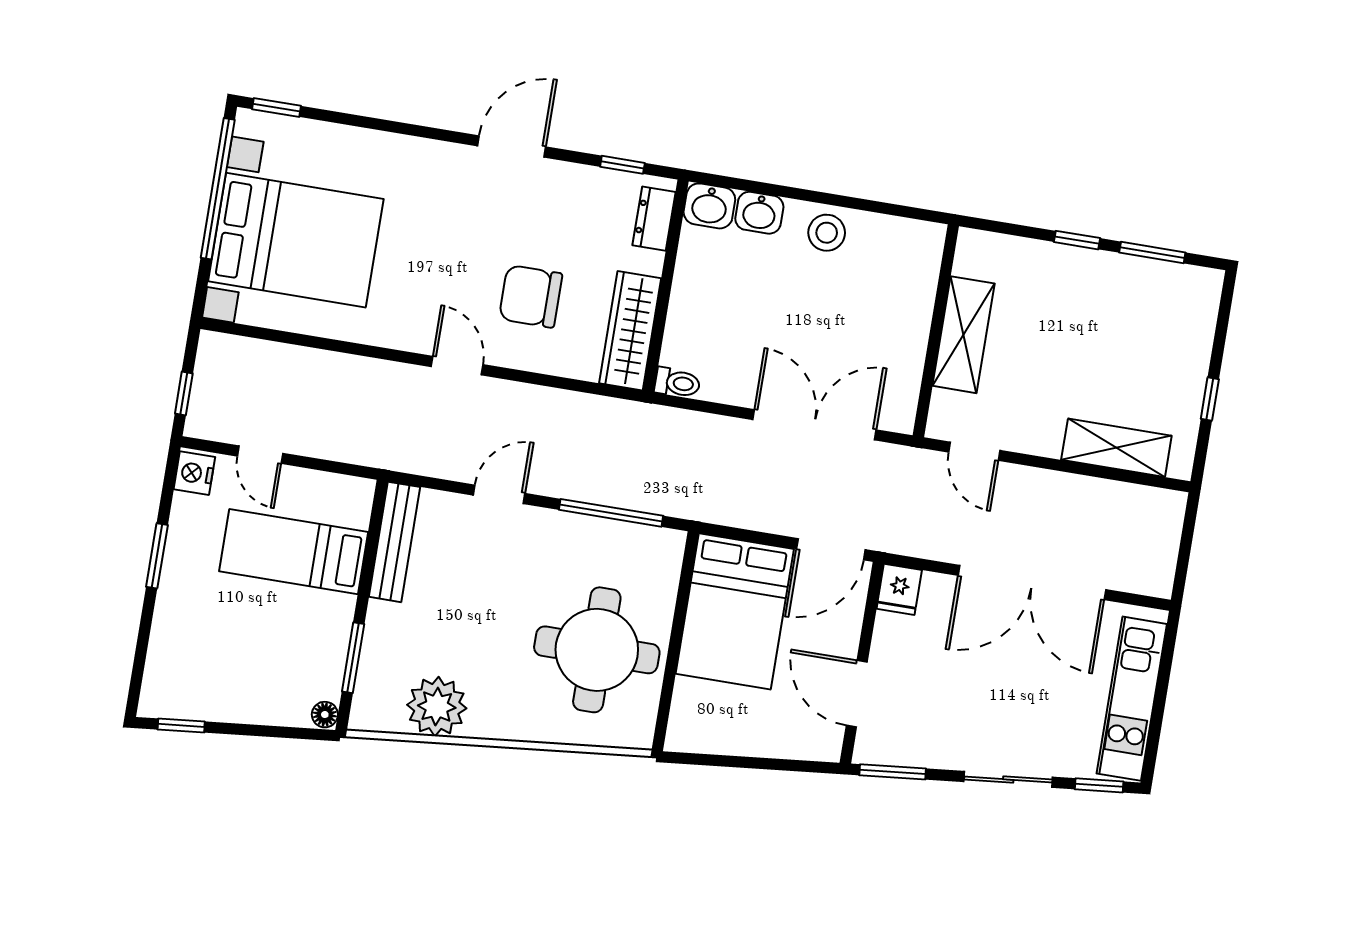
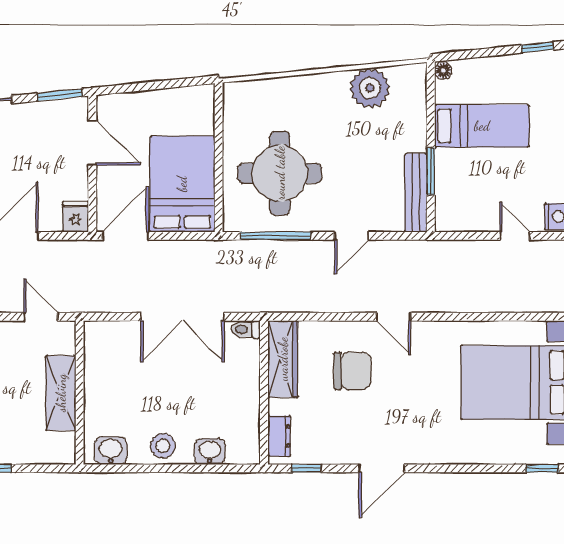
washbasin: (709, 206) -> (111, 451), moved
double door: (815, 425) -> (182, 317), moved
bed: (294, 552) -> (482, 126), moved
round table: (597, 650) -> (280, 173), moved
window: (353, 658) -> (431, 171), moved

